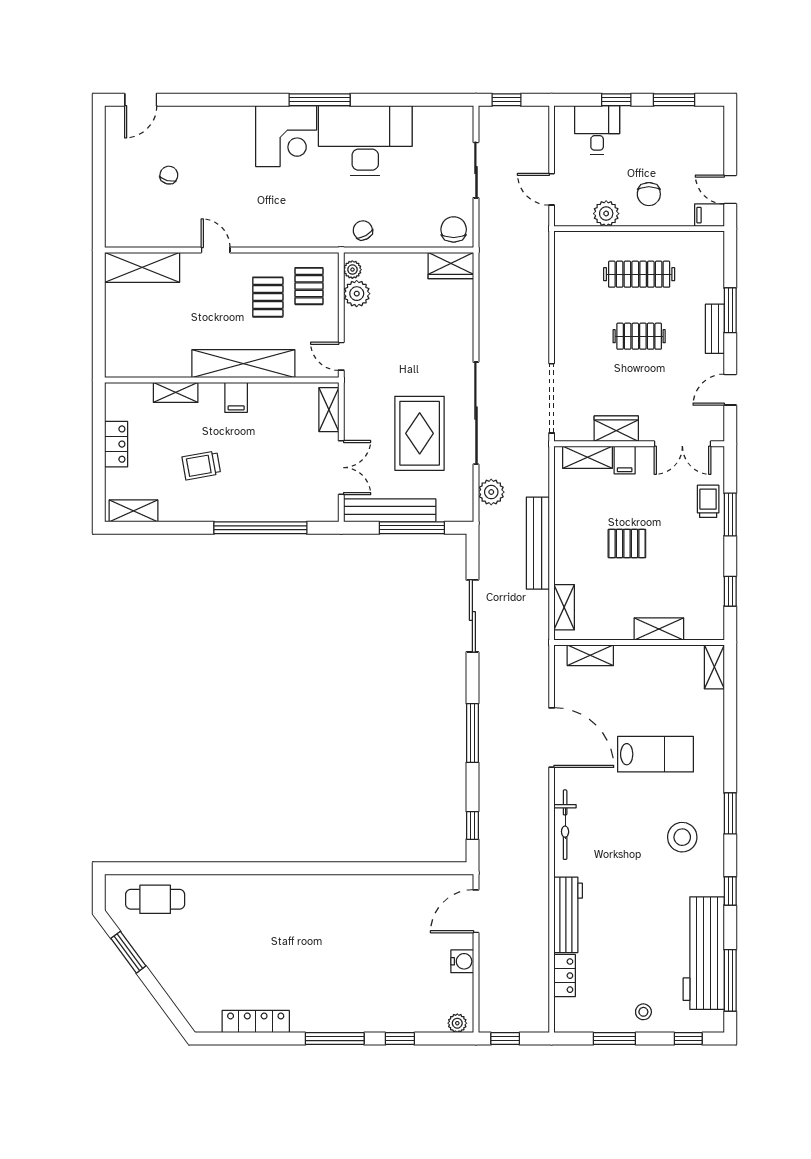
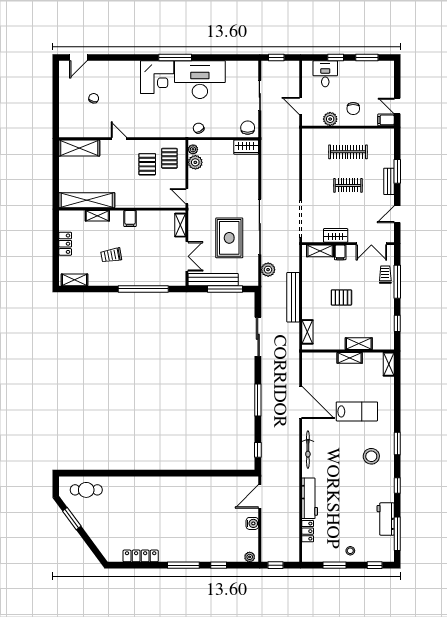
shelving: (243, 364) -> (87, 200), moved
window: (730, 515) -> (397, 282), width x1.44
shelving: (590, 655) -> (350, 358), moved
workbench: (704, 953) -> (386, 519), width x0.53, depth x0.76

